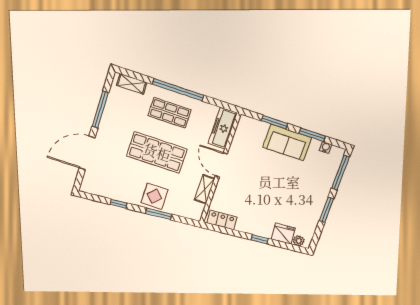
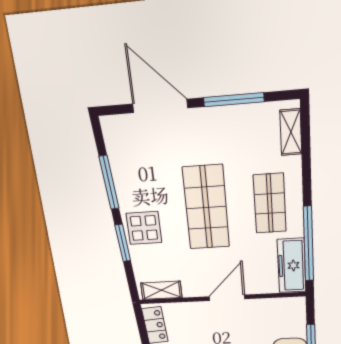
window: (178, 90) -> (308, 244), moved
freezer: (223, 128) -> (292, 266), moved, turned -90
shelving: (205, 189) -> (161, 290), moved
window: (118, 204) -> (109, 182), width x2.17

